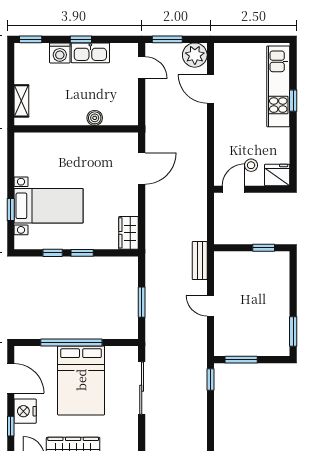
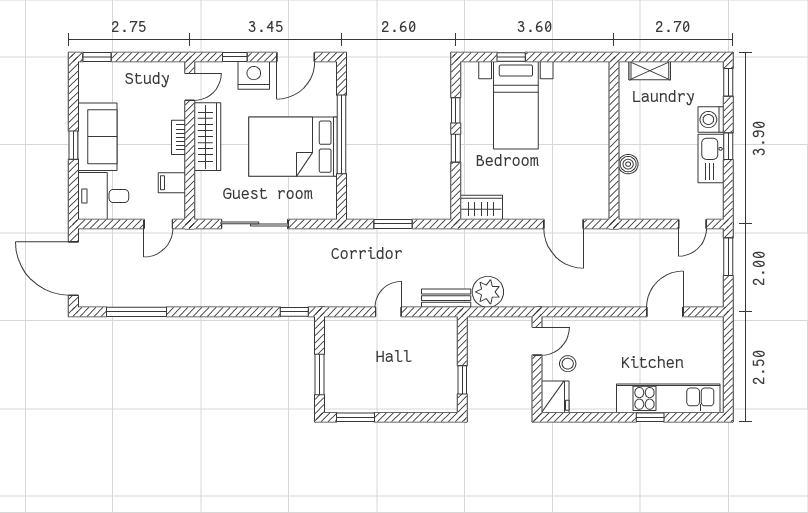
plant: (195, 55) -> (488, 292), moved
door: (233, 189) -> (537, 341), hinge flipped
window: (241, 360) -> (319, 375), moved
sliding door: (142, 388) -> (255, 224), moved

